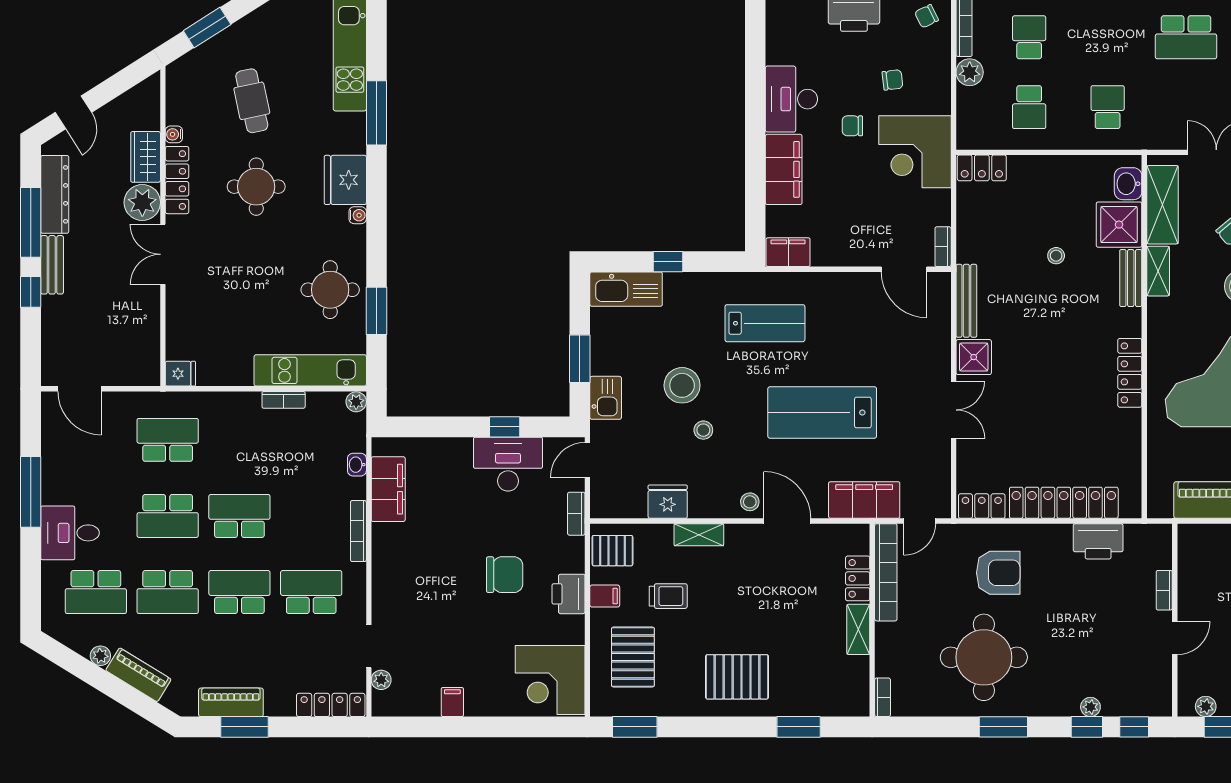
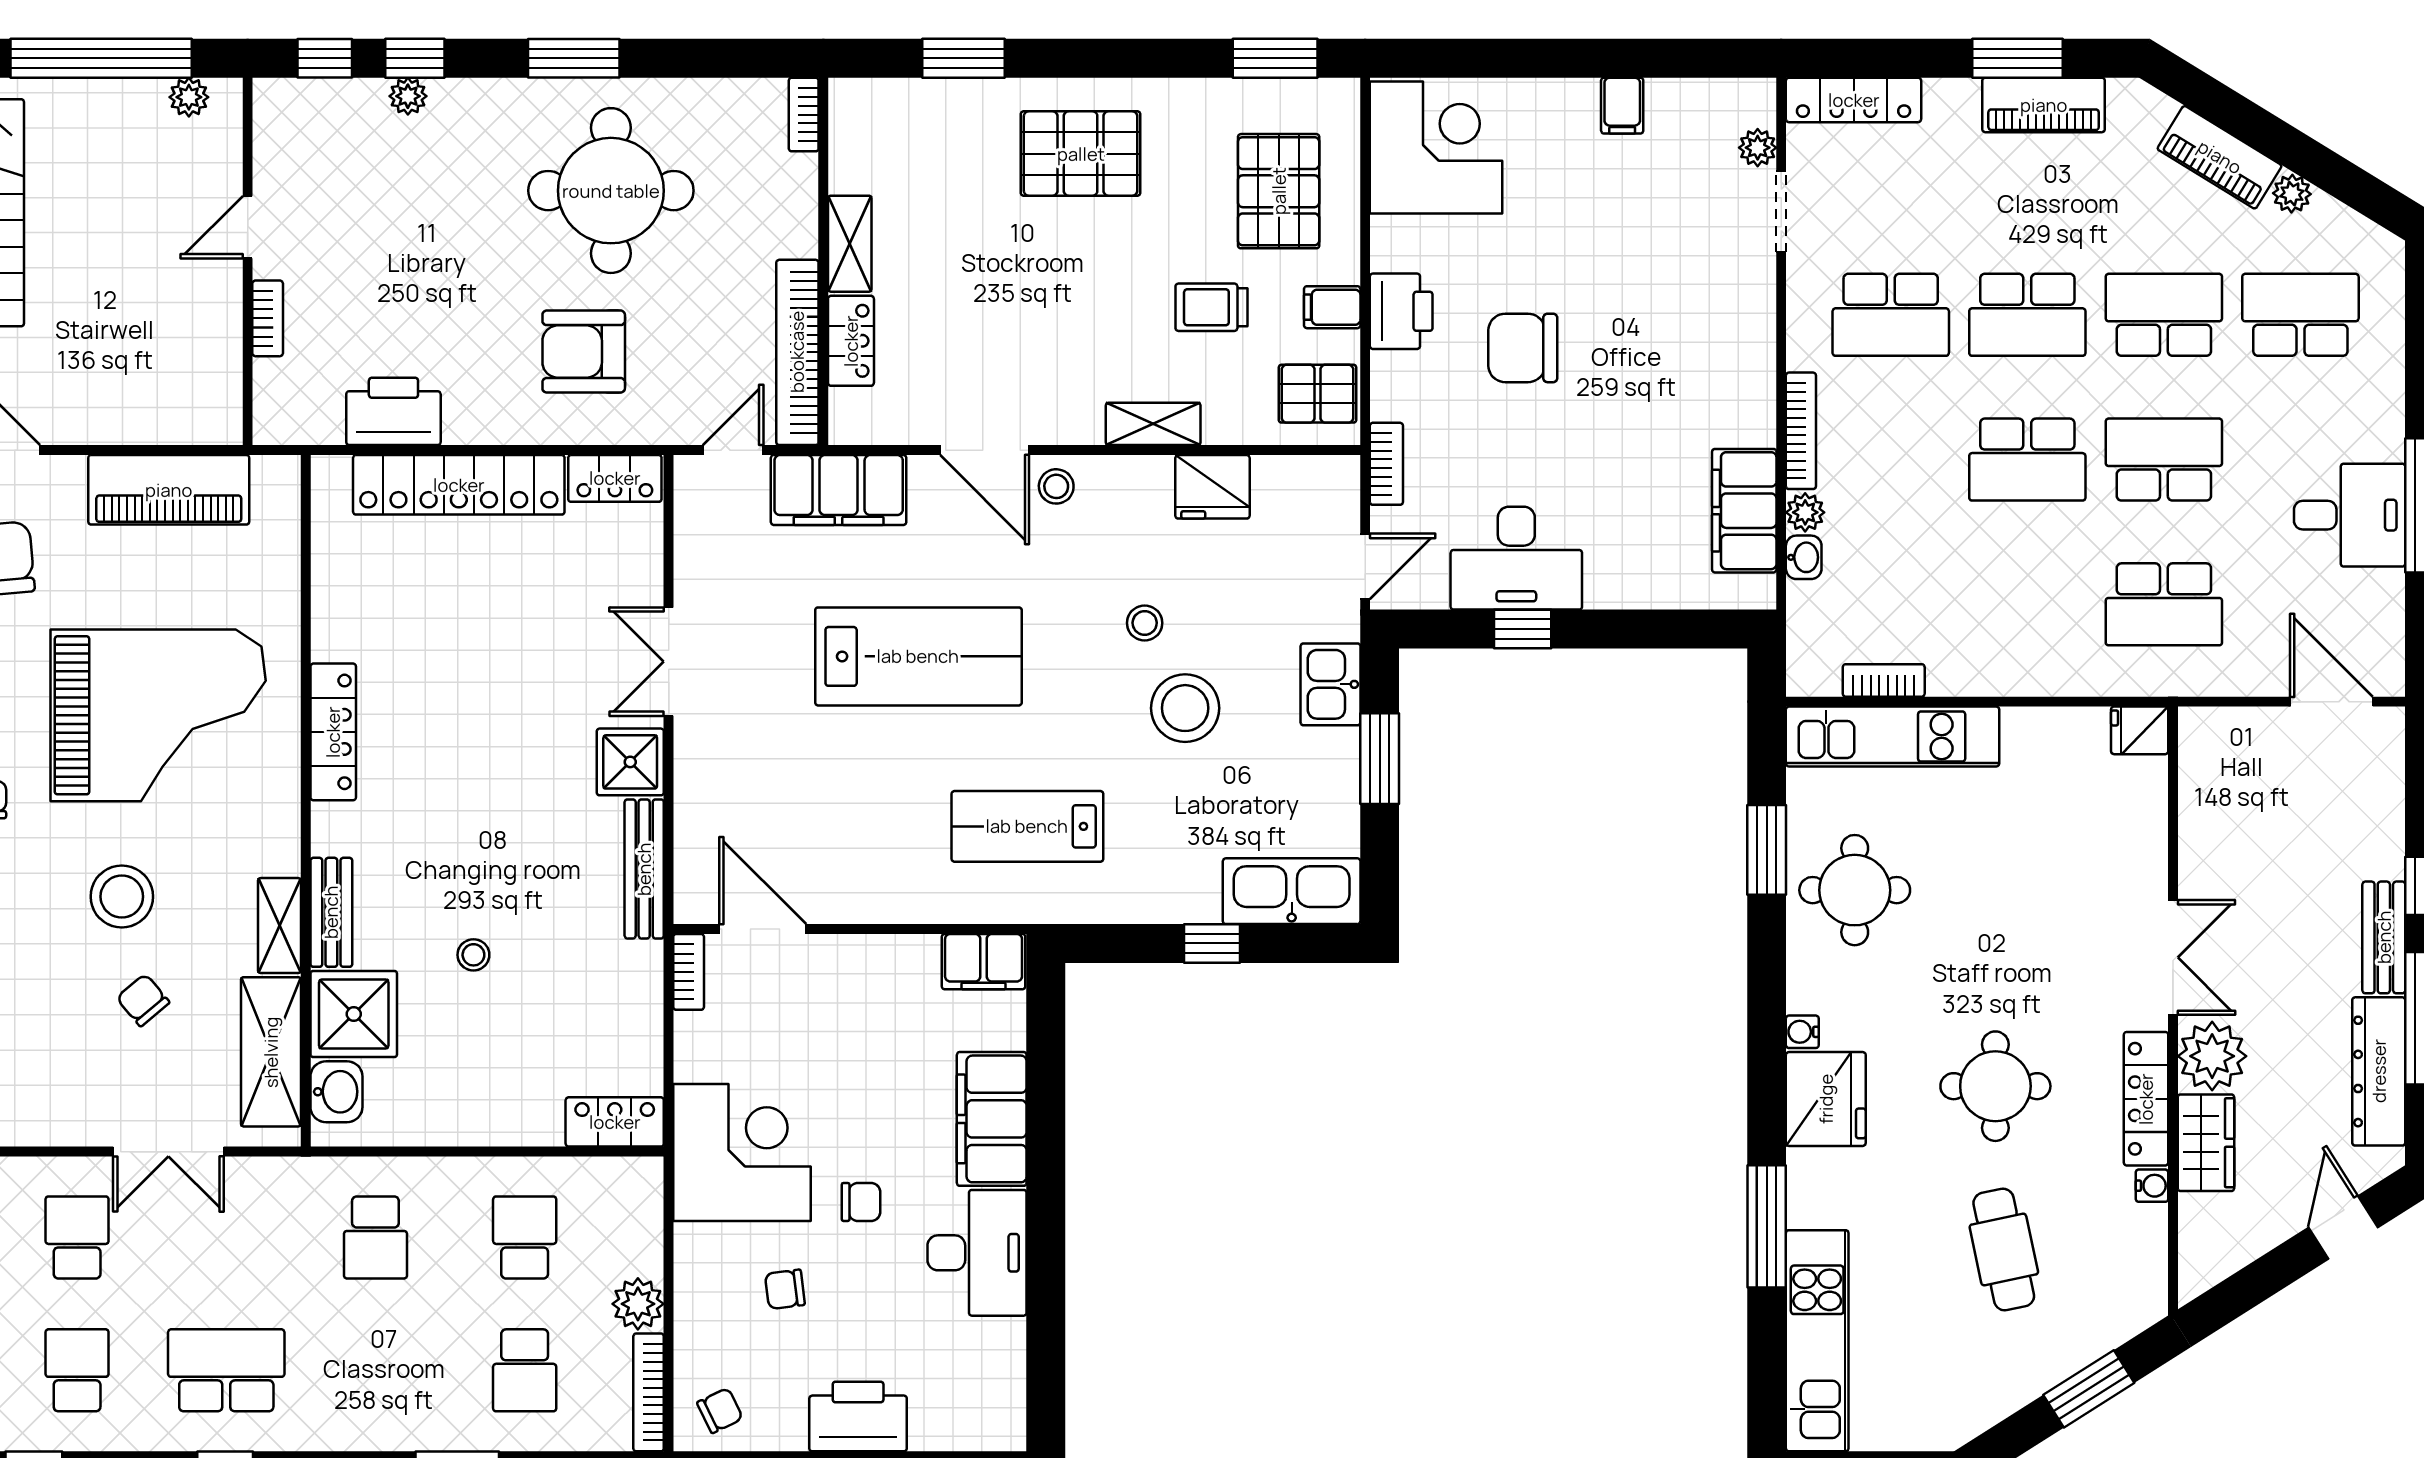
bookcase: (284, 400) -> (1884, 680), moved
plant: (356, 402) -> (1805, 512), moved
desk: (70, 533) -> (2350, 515), moved

